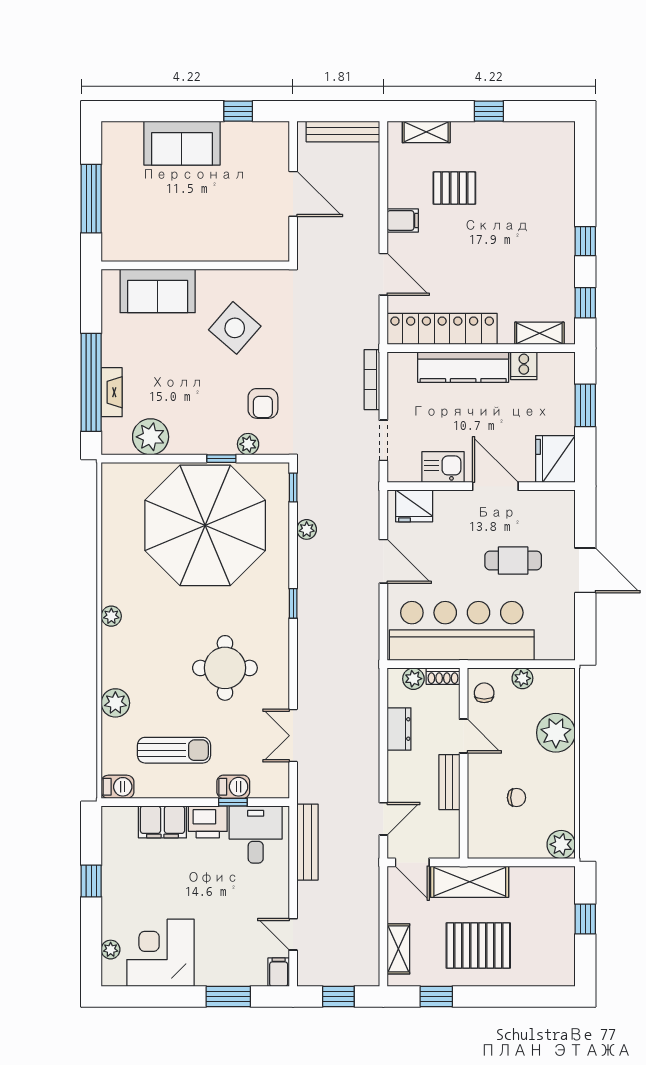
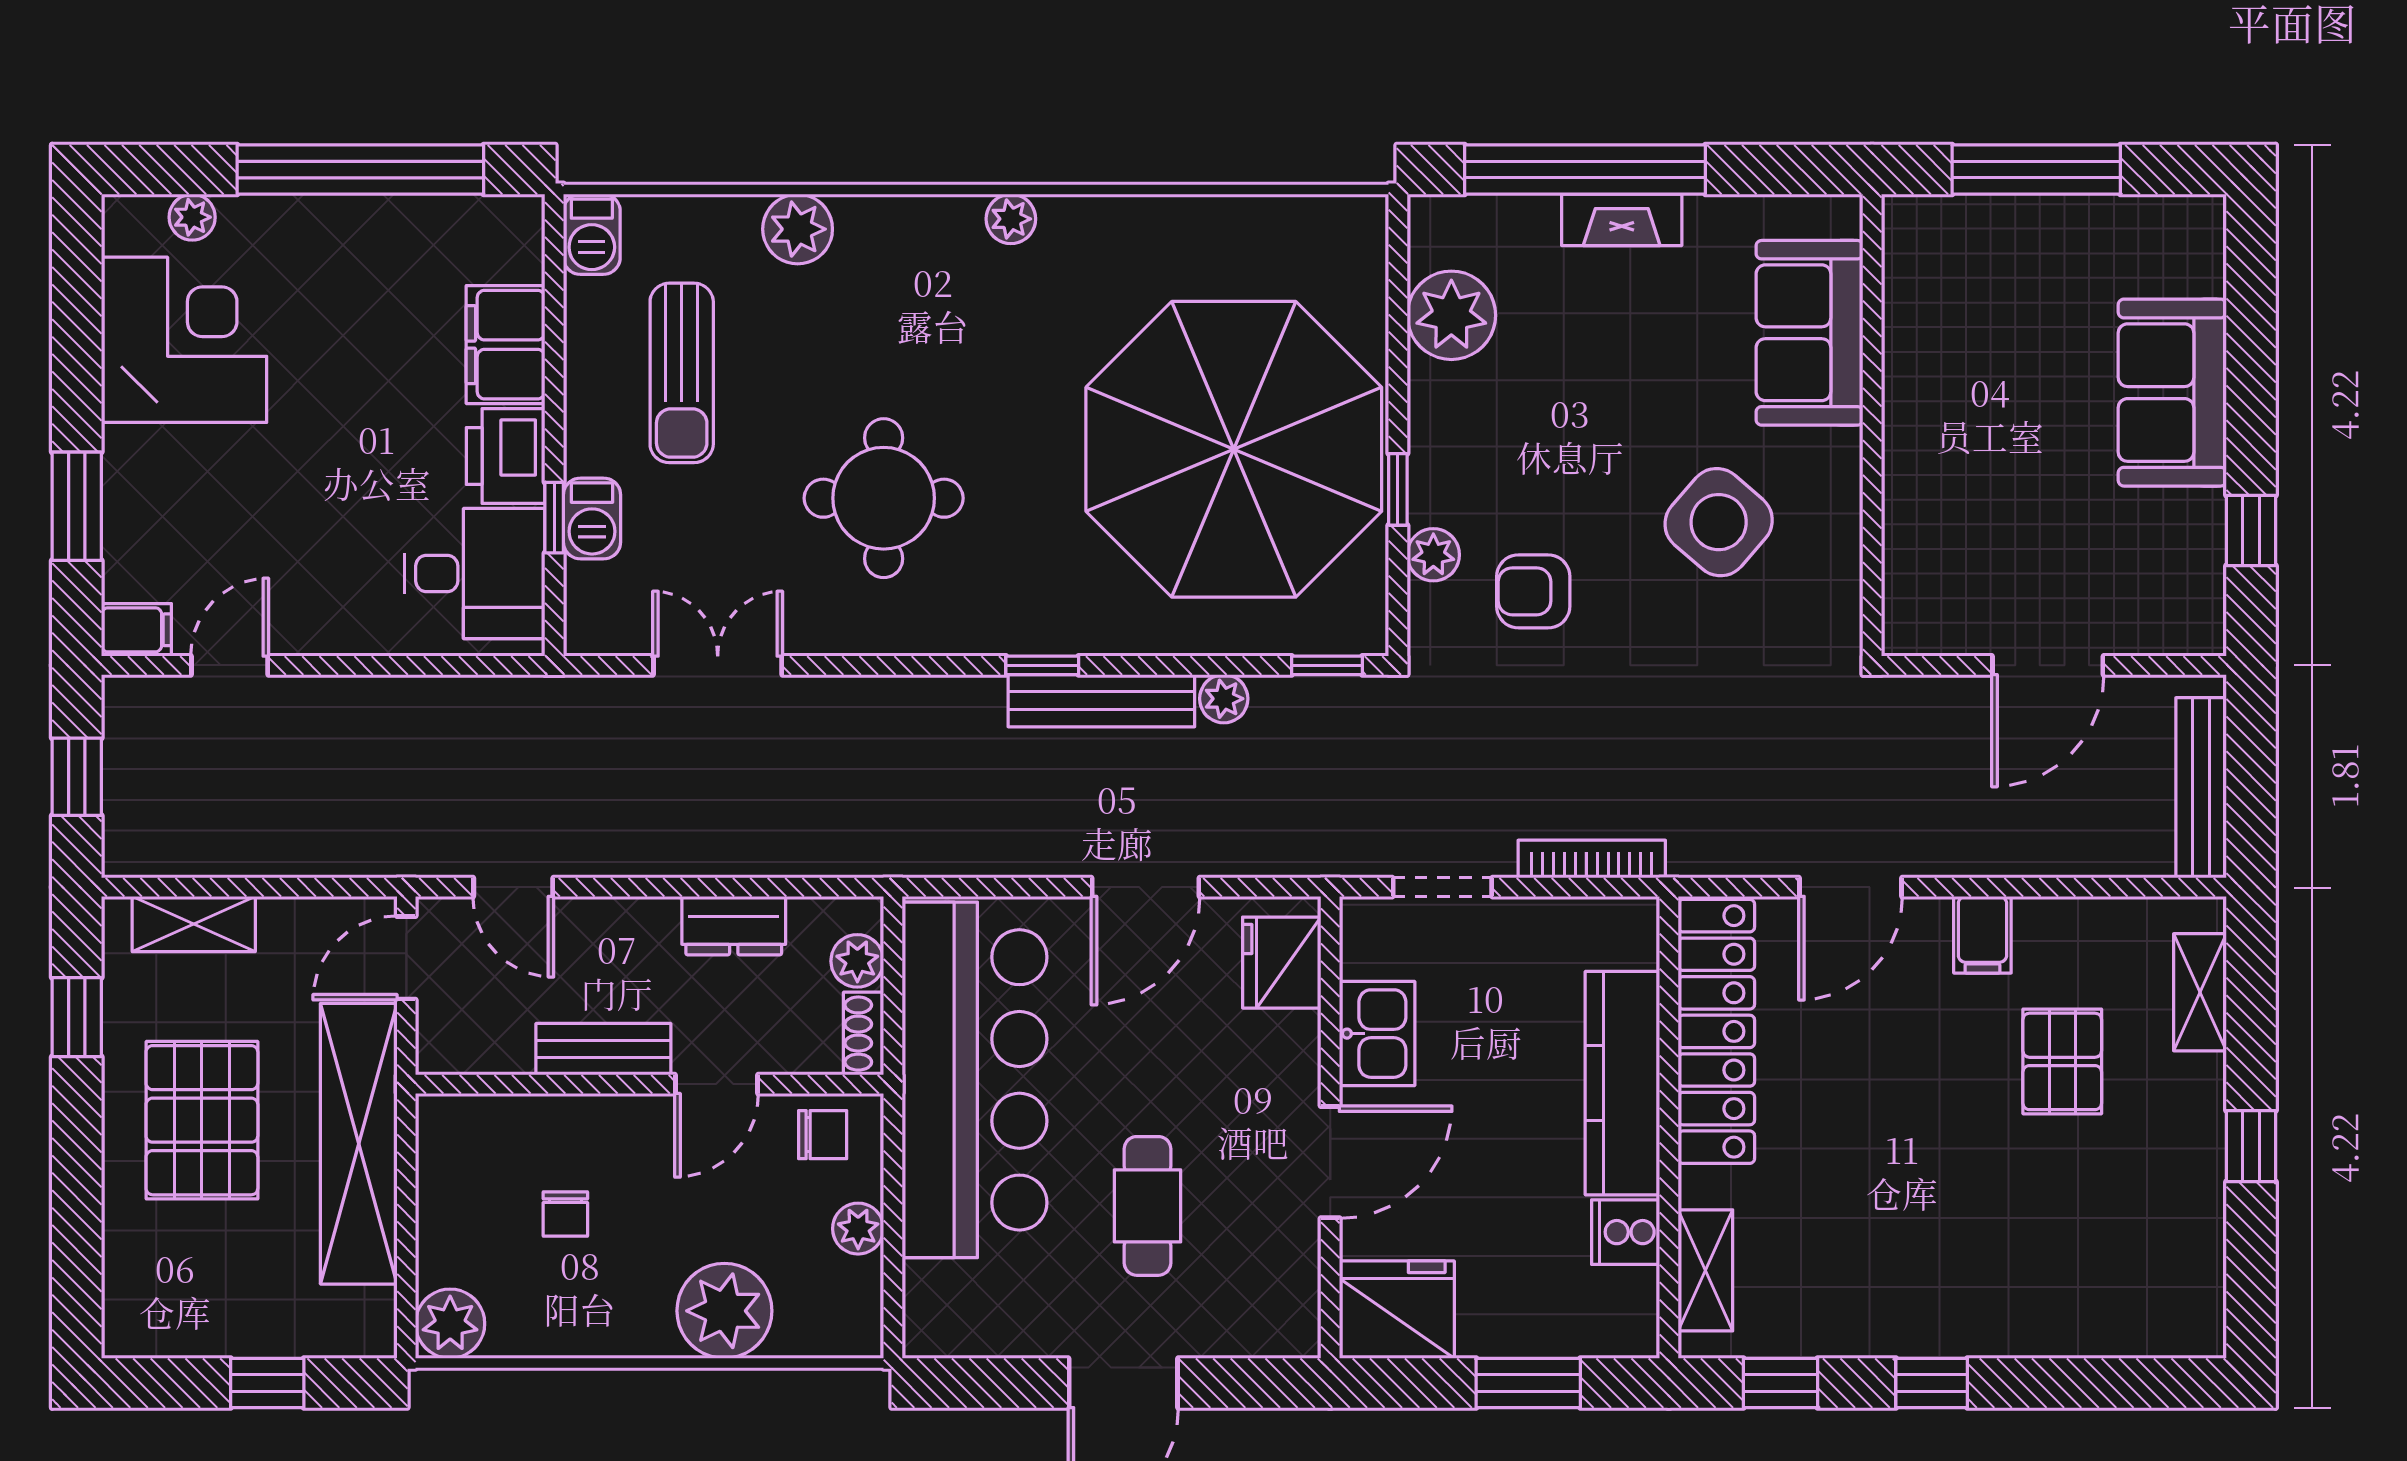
fireplace: (112, 392) -> (1622, 220), moved
bench: (307, 842) -> (1101, 701), moved
window: (91, 881) -> (360, 170), width x3.17
shelving: (470, 882) -> (359, 1144), width x1.47

